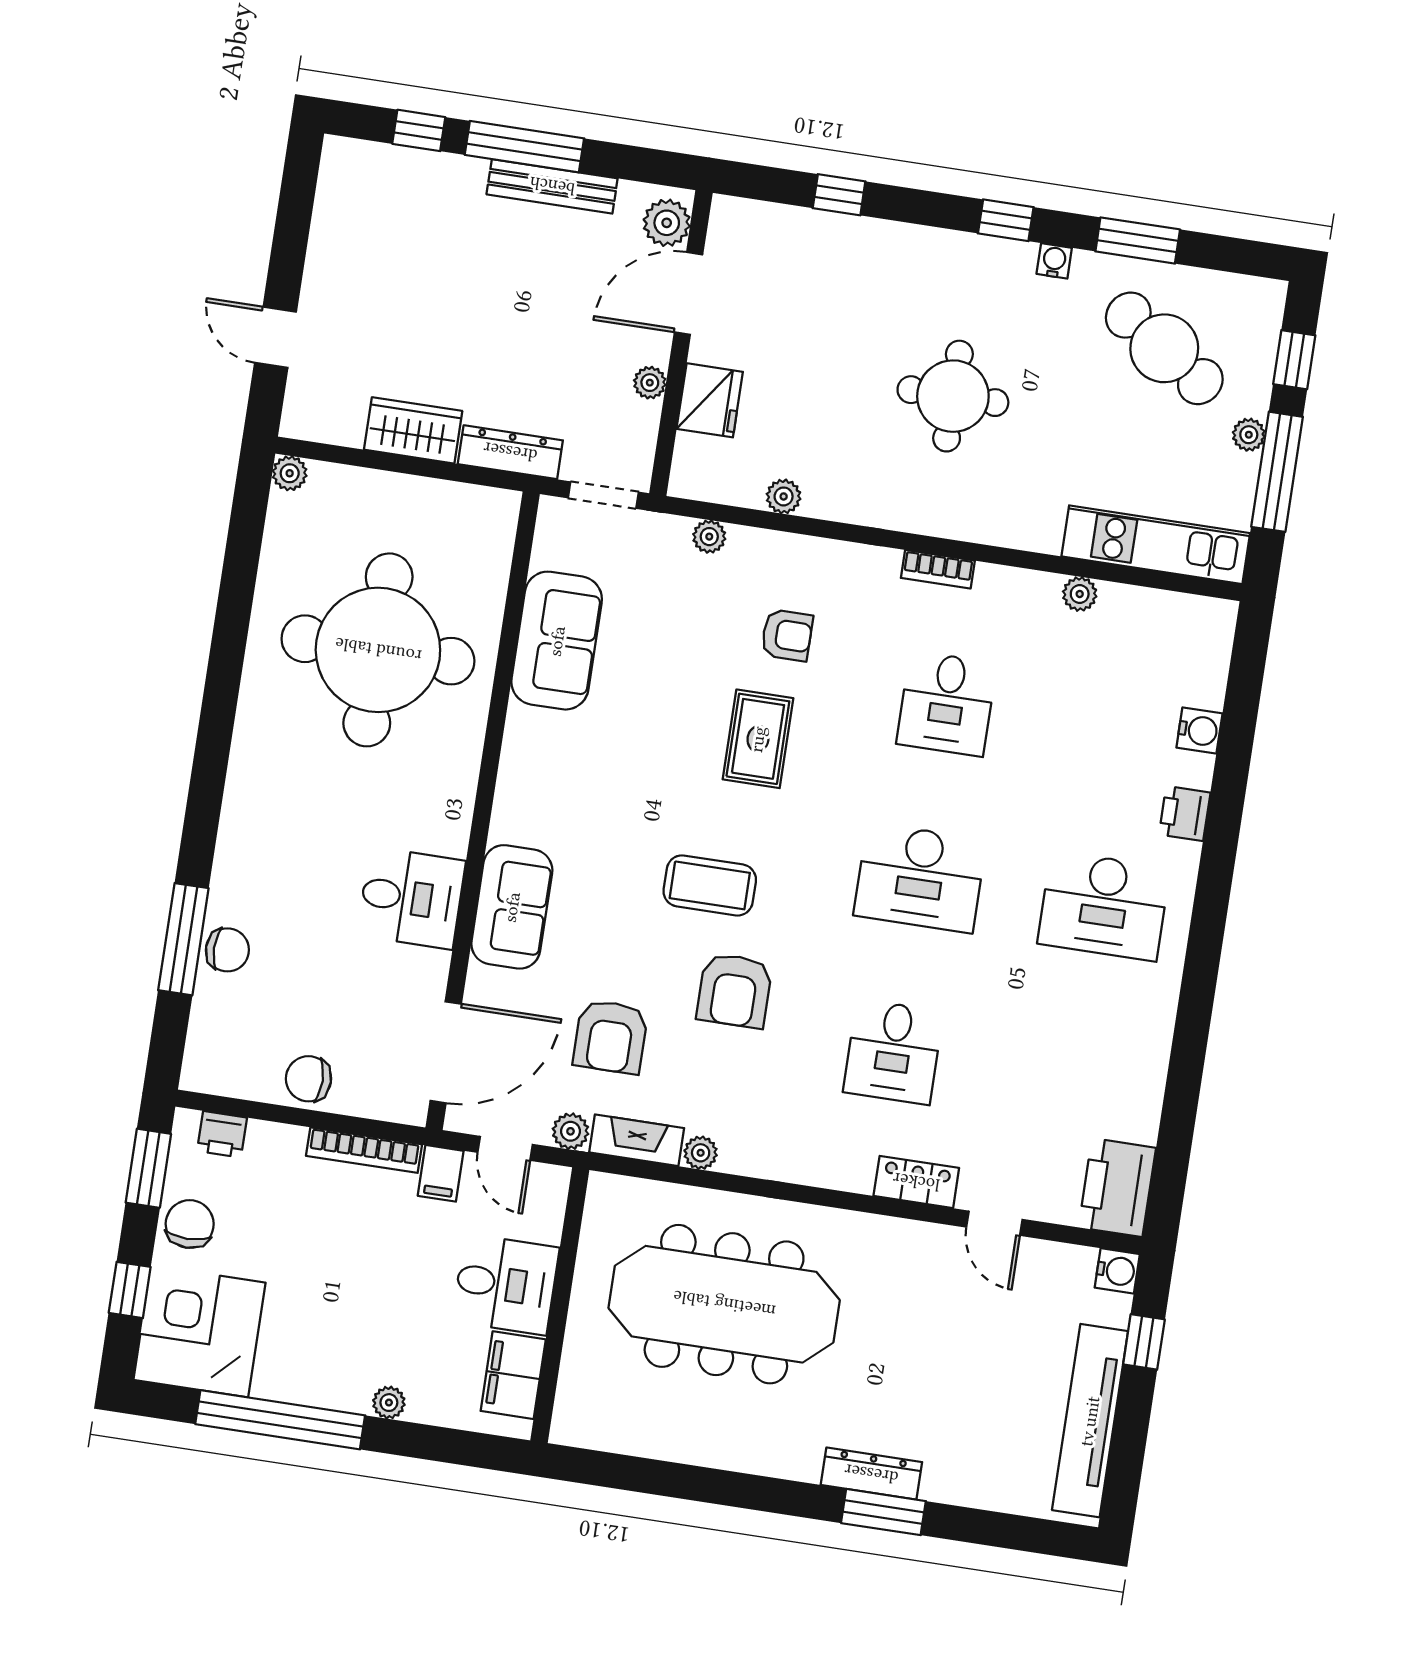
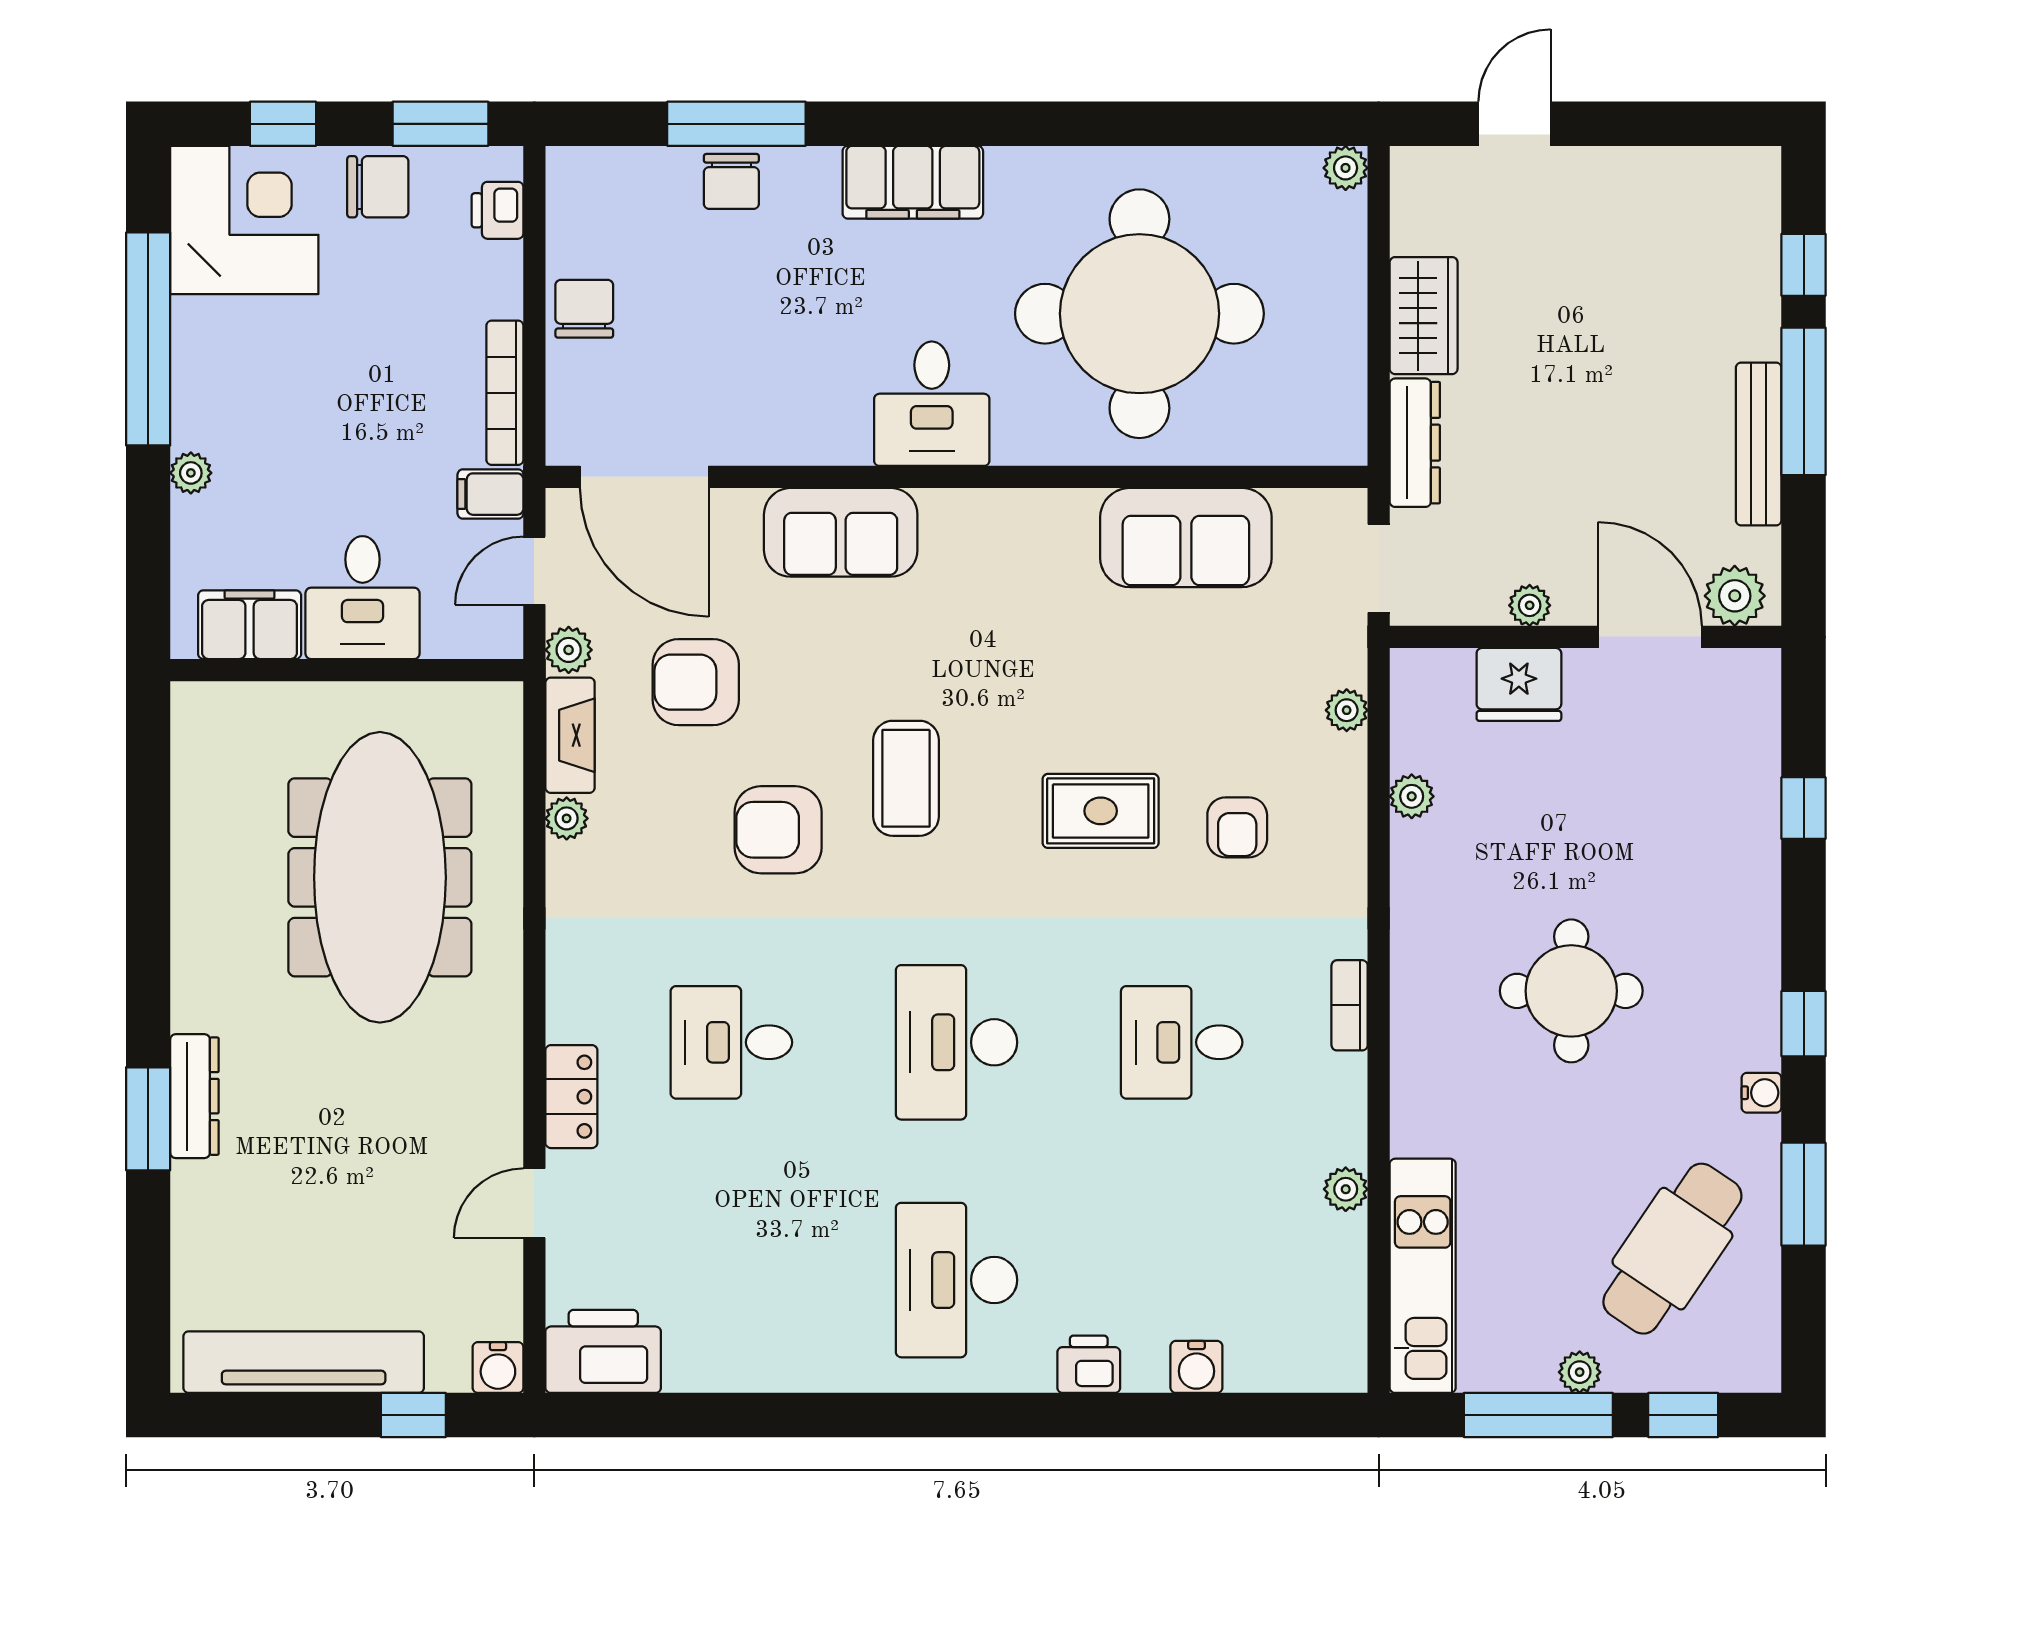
filing cabinet: (250, 810) -> (913, 182), added
desk: (411, 898) -> (932, 404), moved

